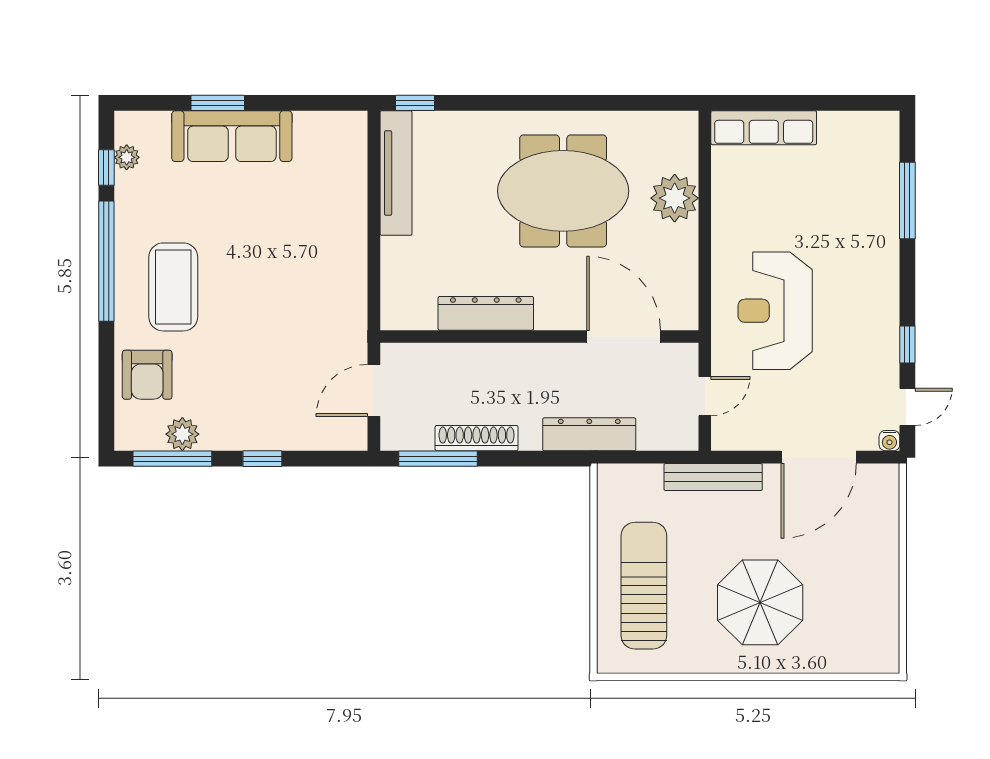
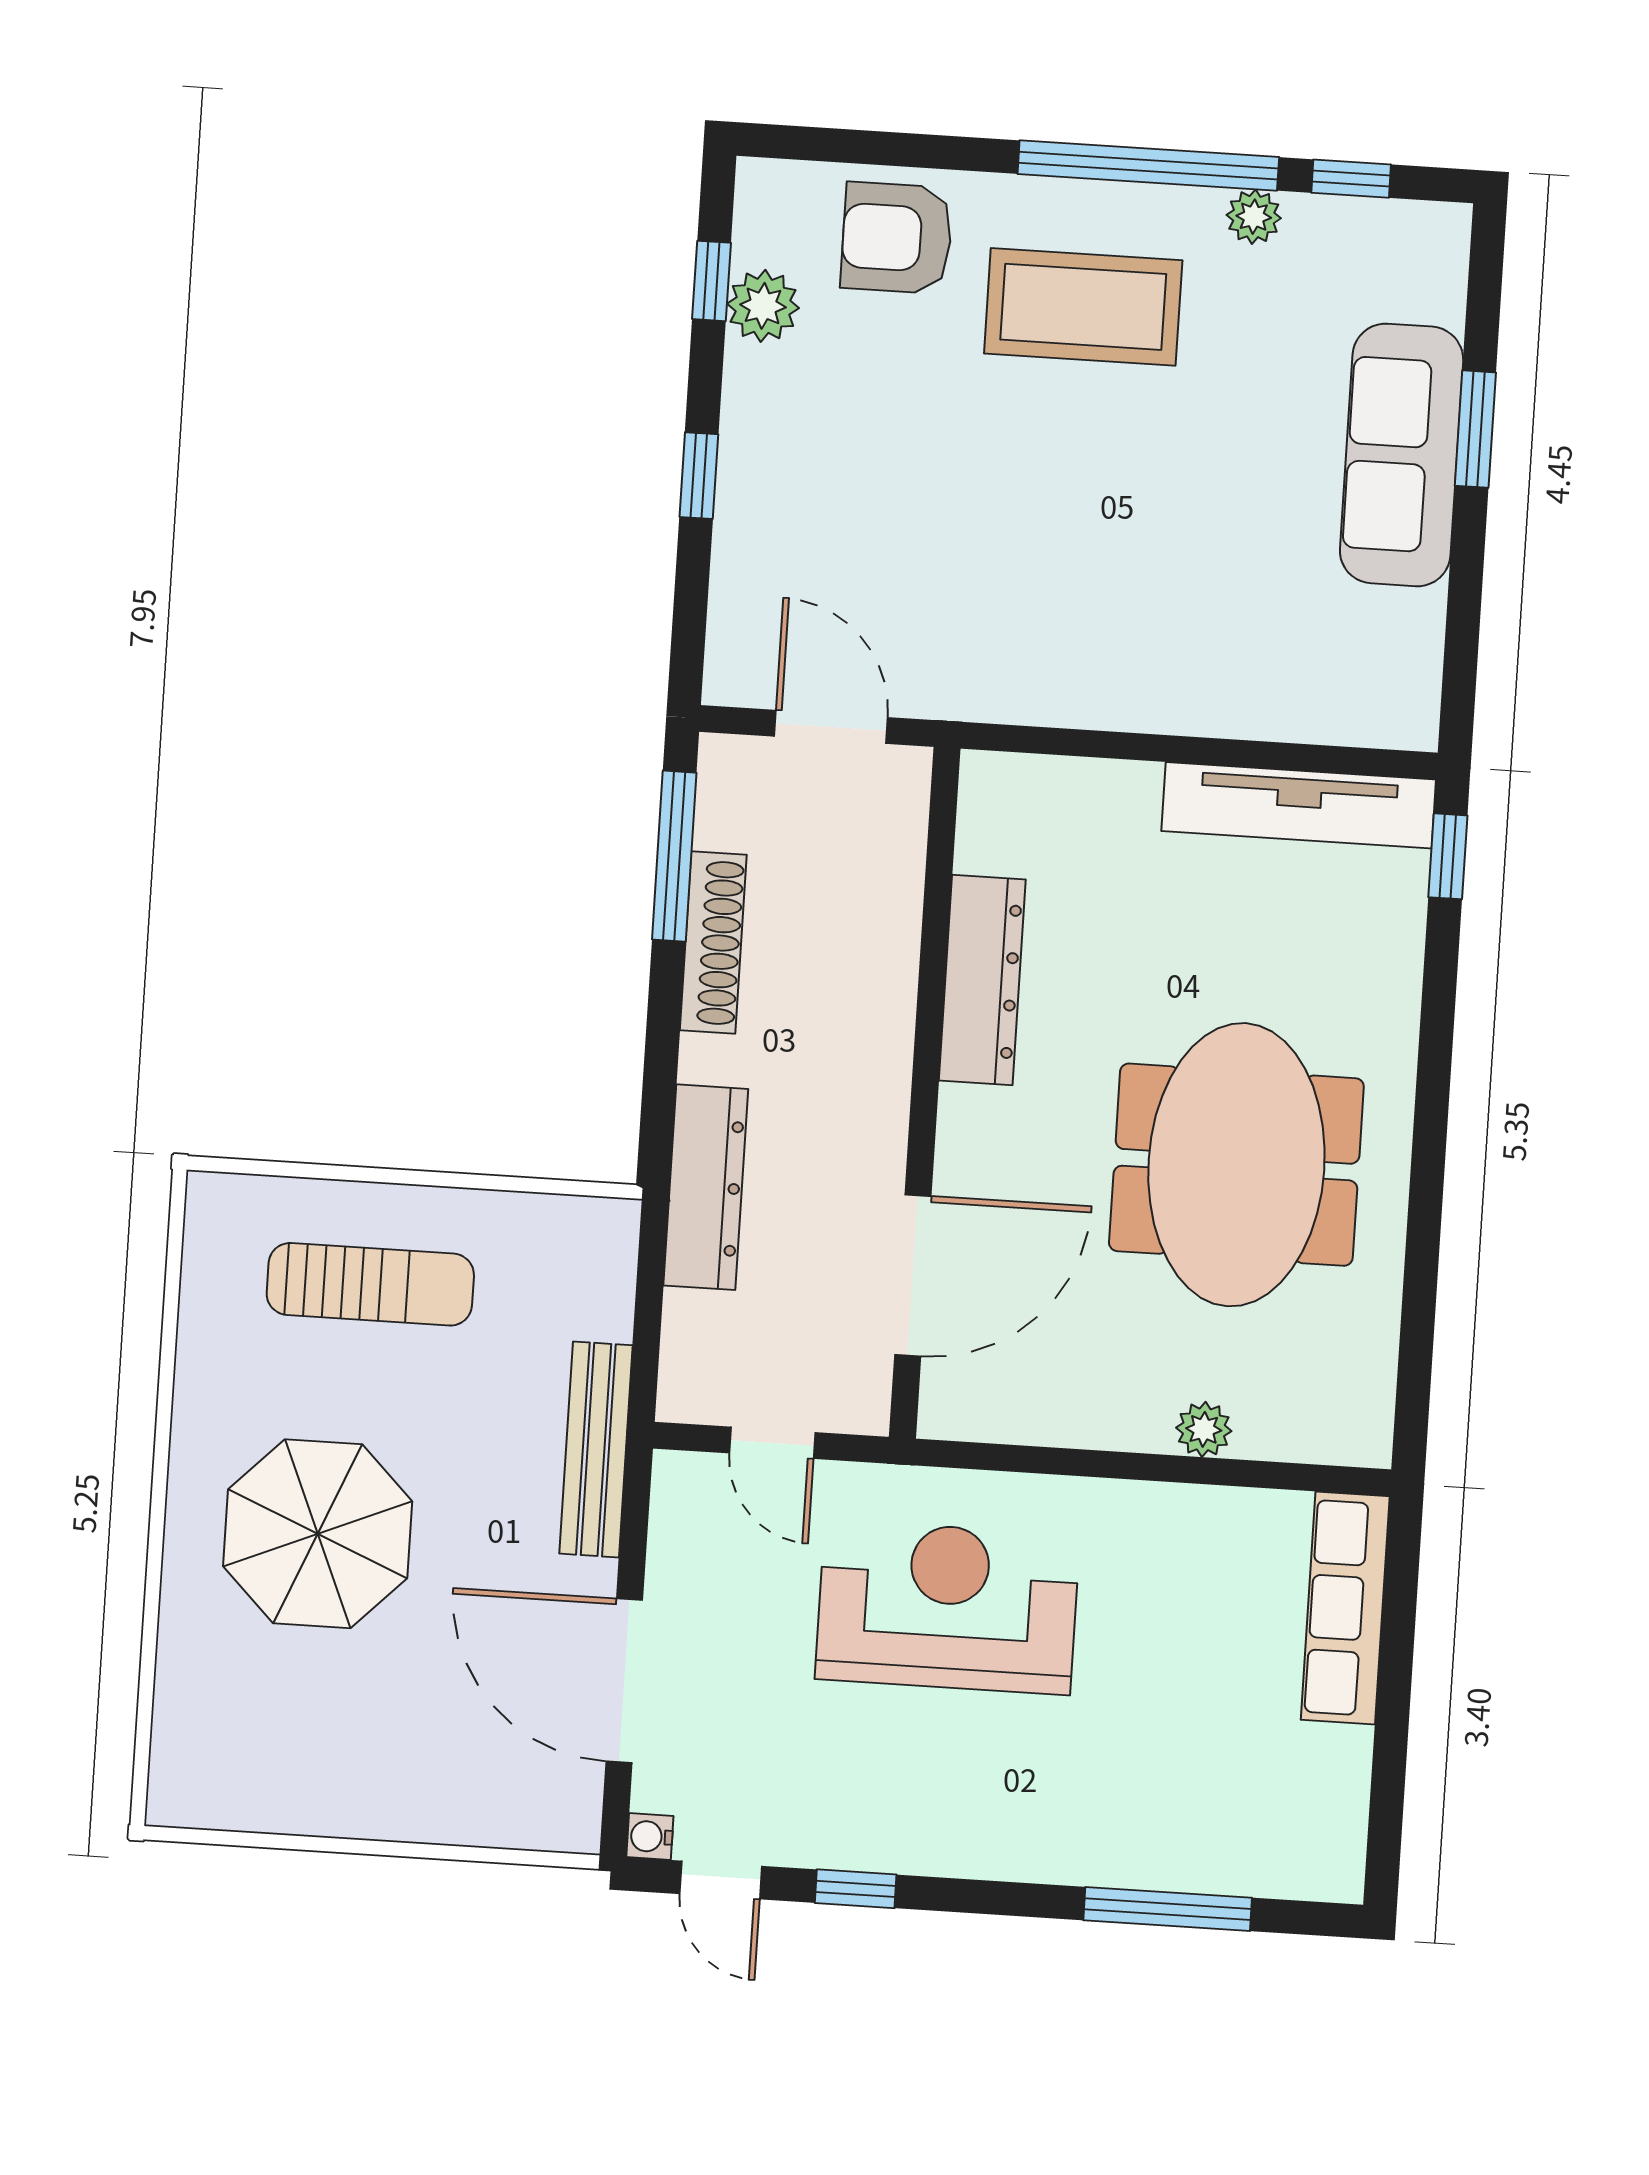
plant: (127, 157) -> (1254, 217), moved
plant: (675, 198) -> (1204, 1429), width x0.53, depth x0.53
window: (172, 459) -> (711, 281), width x0.46
sun lounger: (644, 586) -> (370, 1284), width x0.73, depth x0.75

